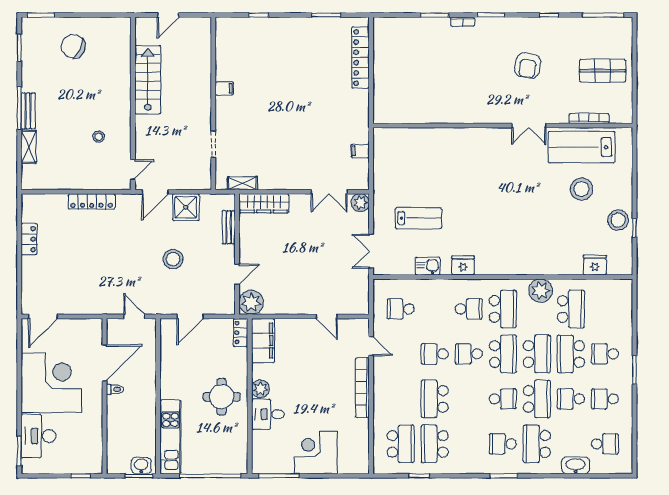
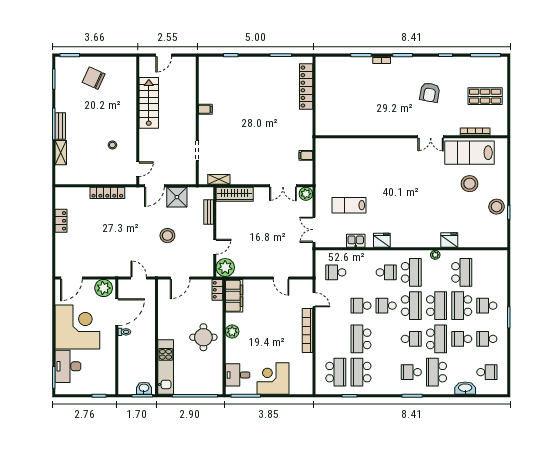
lab bench: (418, 218) -> (349, 205), turned 180
fridge: (595, 265) -> (449, 240), moved
plant: (541, 291) -> (435, 255), width x0.53, depth x0.53
plant: (87, 330) -> (104, 288), added
desk: (268, 414) -> (238, 375), moved

